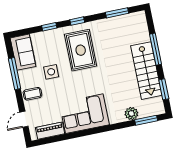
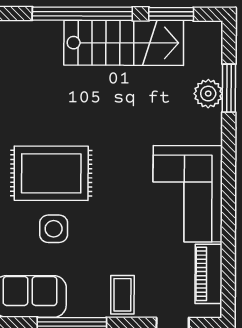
window: (156, 49) -> (82, 14), width x1.46
side table: (51, 72) -> (54, 229), moved
window: (146, 120) -> (229, 88), moved

